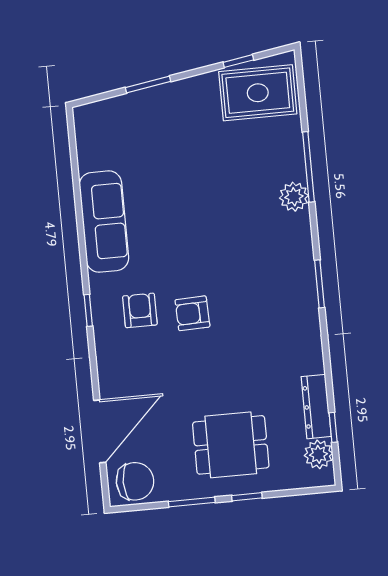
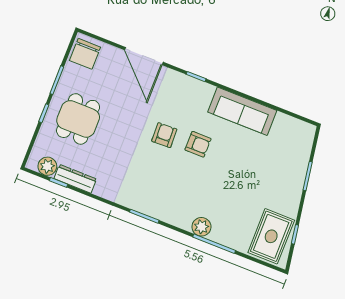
armchair: (140, 310) -> (198, 144), moved
door: (100, 431) -> (144, 56), moved

